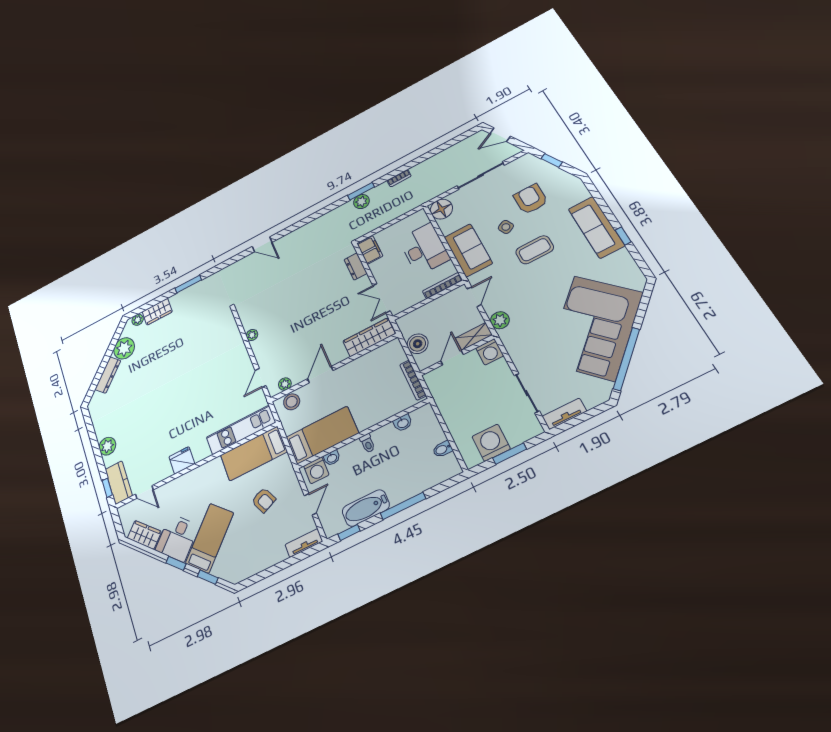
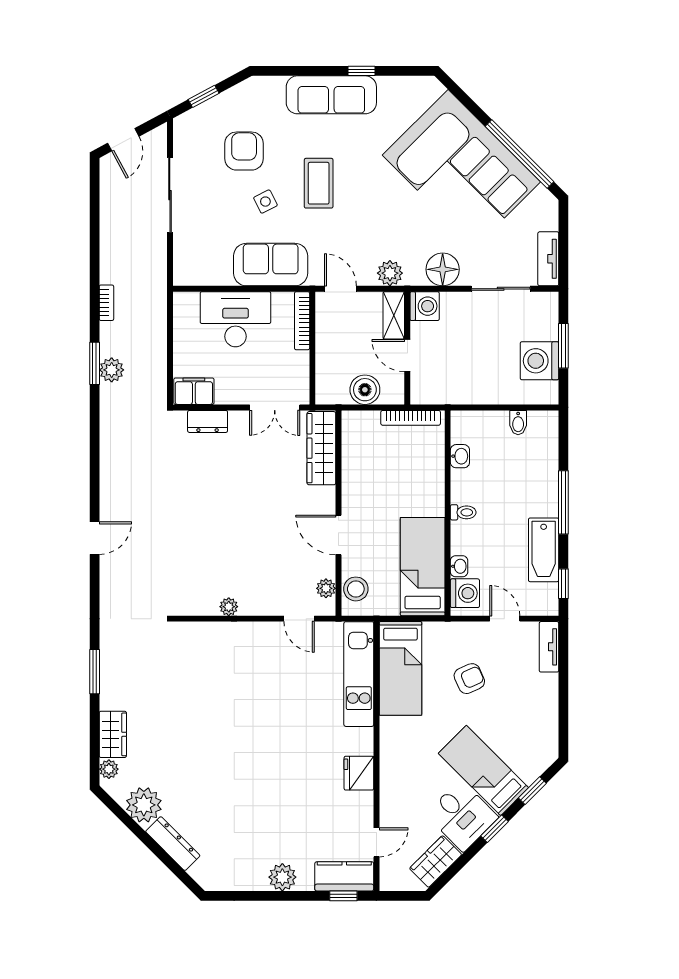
armchair: (531, 199) -> (244, 151), turned 90
floor lamp: (441, 209) -> (443, 269), moved

